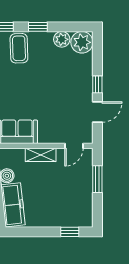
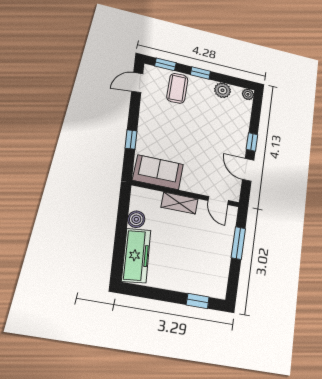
plant: (82, 42) -> (248, 94), width x0.53, depth x0.53
door: (97, 112) -> (248, 170), swing flipped
door: (74, 146) -> (218, 200), hinge flipped

